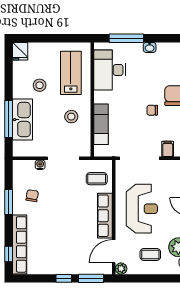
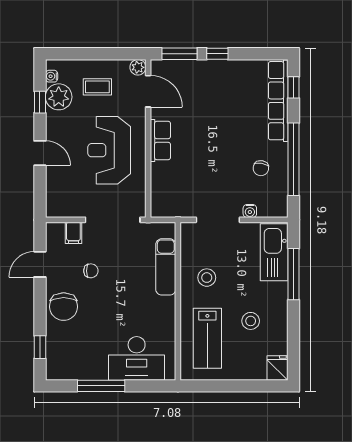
window: (126, 38) -> (101, 386), moved
washbasin: (150, 47) -> (98, 373), removed
desk: (110, 70) -> (137, 358), moved, turned 90
chair: (152, 110) -> (91, 271), moved
kitchen sink: (23, 120) -> (274, 252), moved
coffee table: (97, 179) -> (172, 192), removed
window: (9, 202) -> (293, 159), width x2.11
row of seats: (105, 216) -> (160, 140), width x0.68
door: (114, 251) -> (148, 91), hinge flipped

